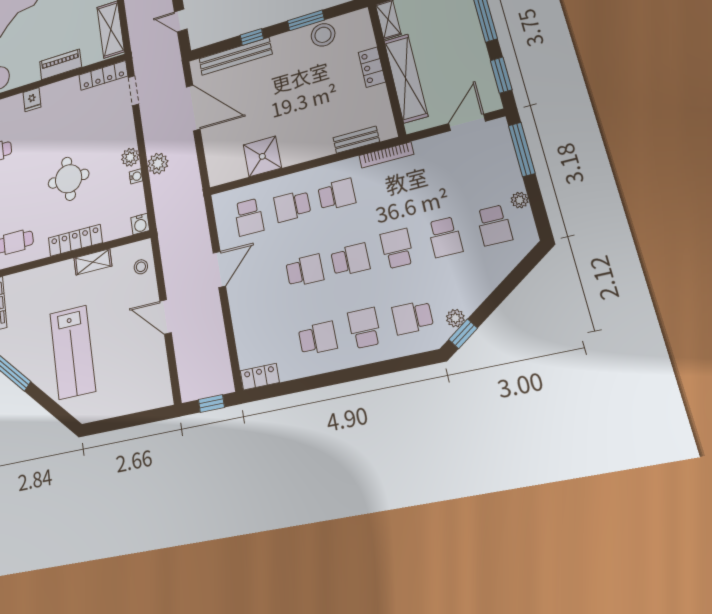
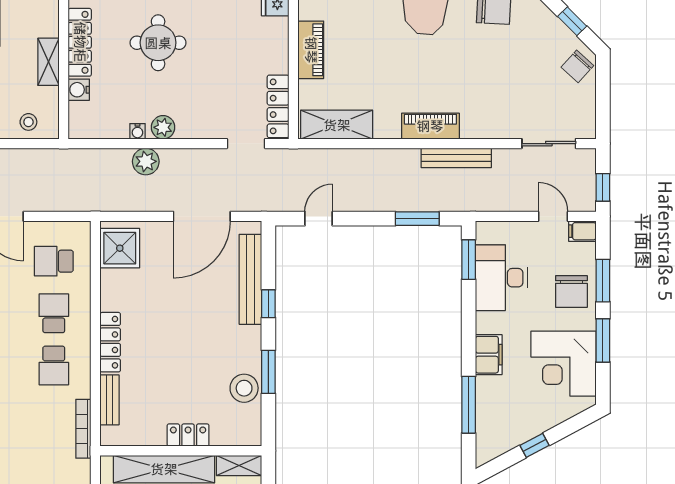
locker: (307, 152) -> (110, 342), added
shower: (262, 156) -> (120, 248), moved
water cooler: (140, 224) -> (79, 90), moved

